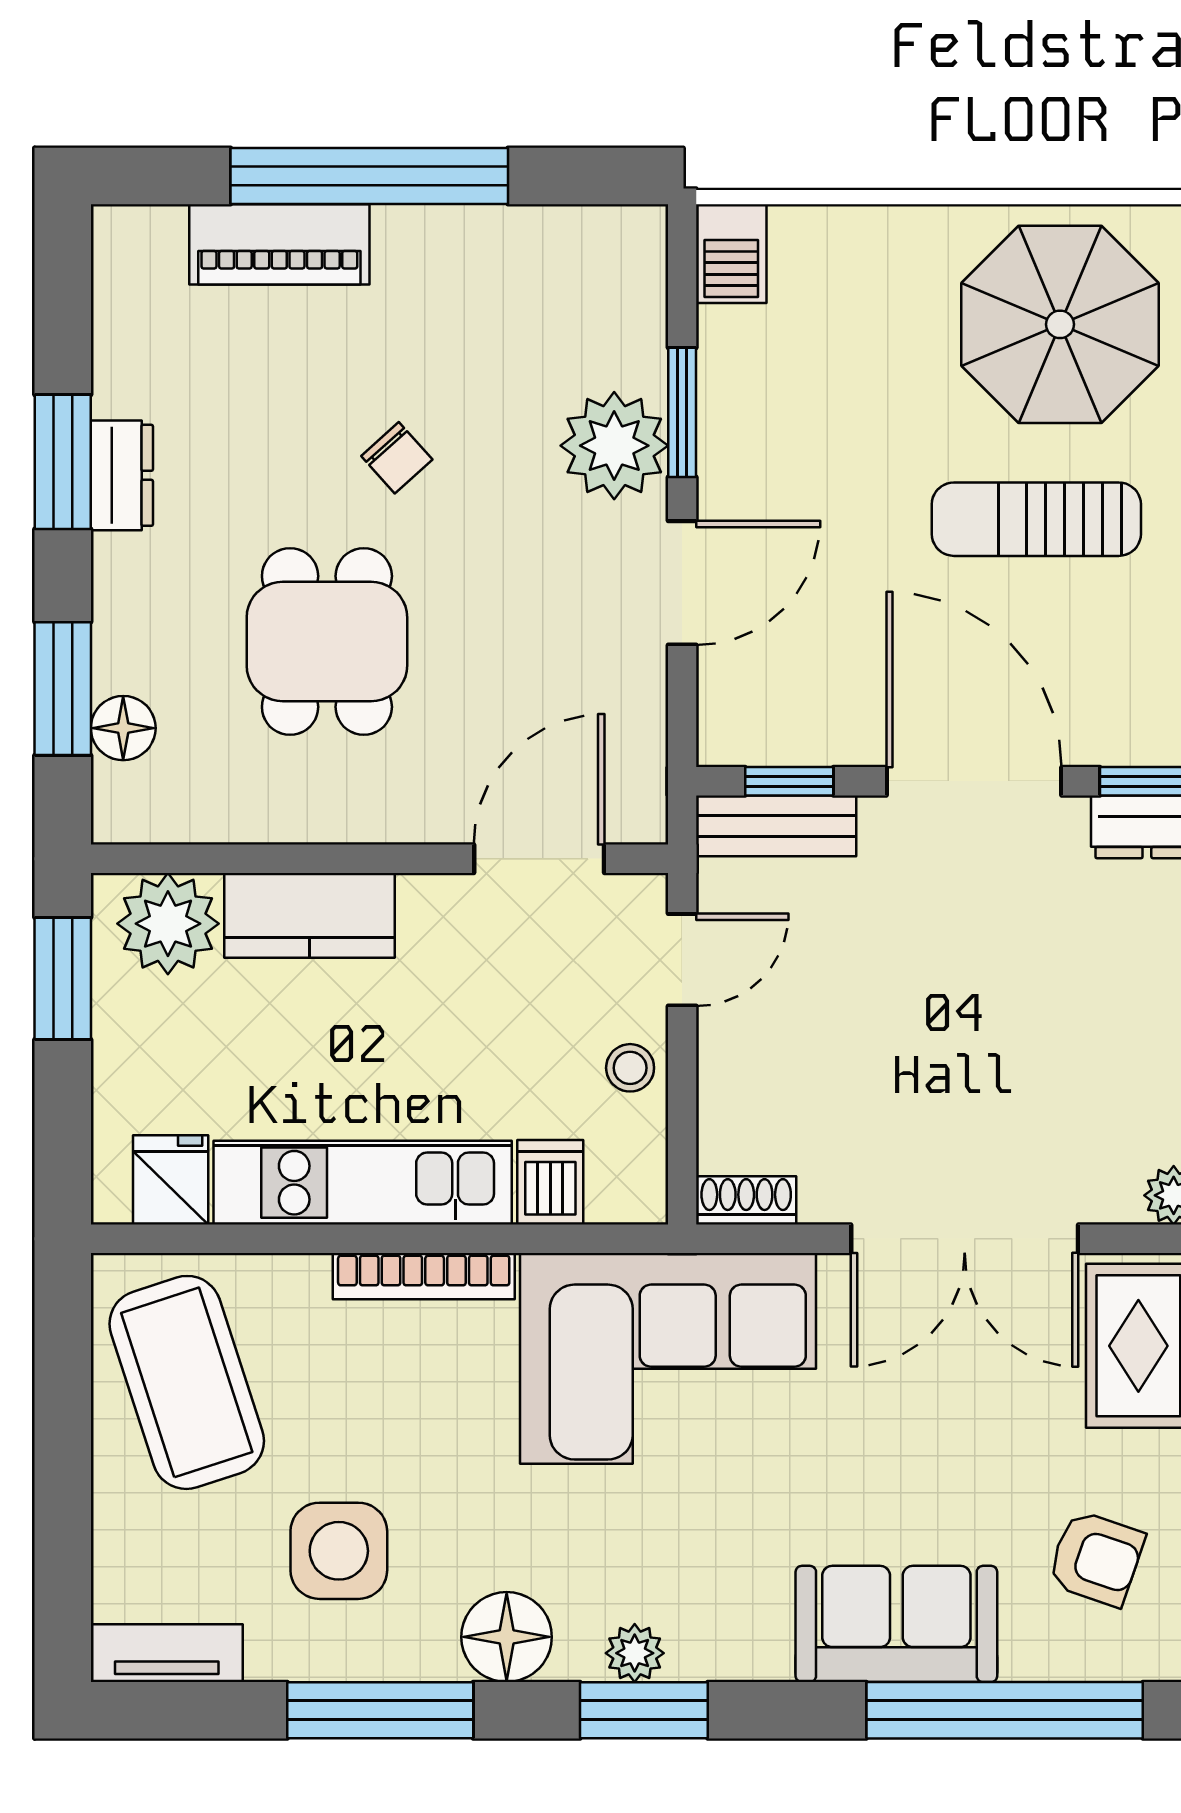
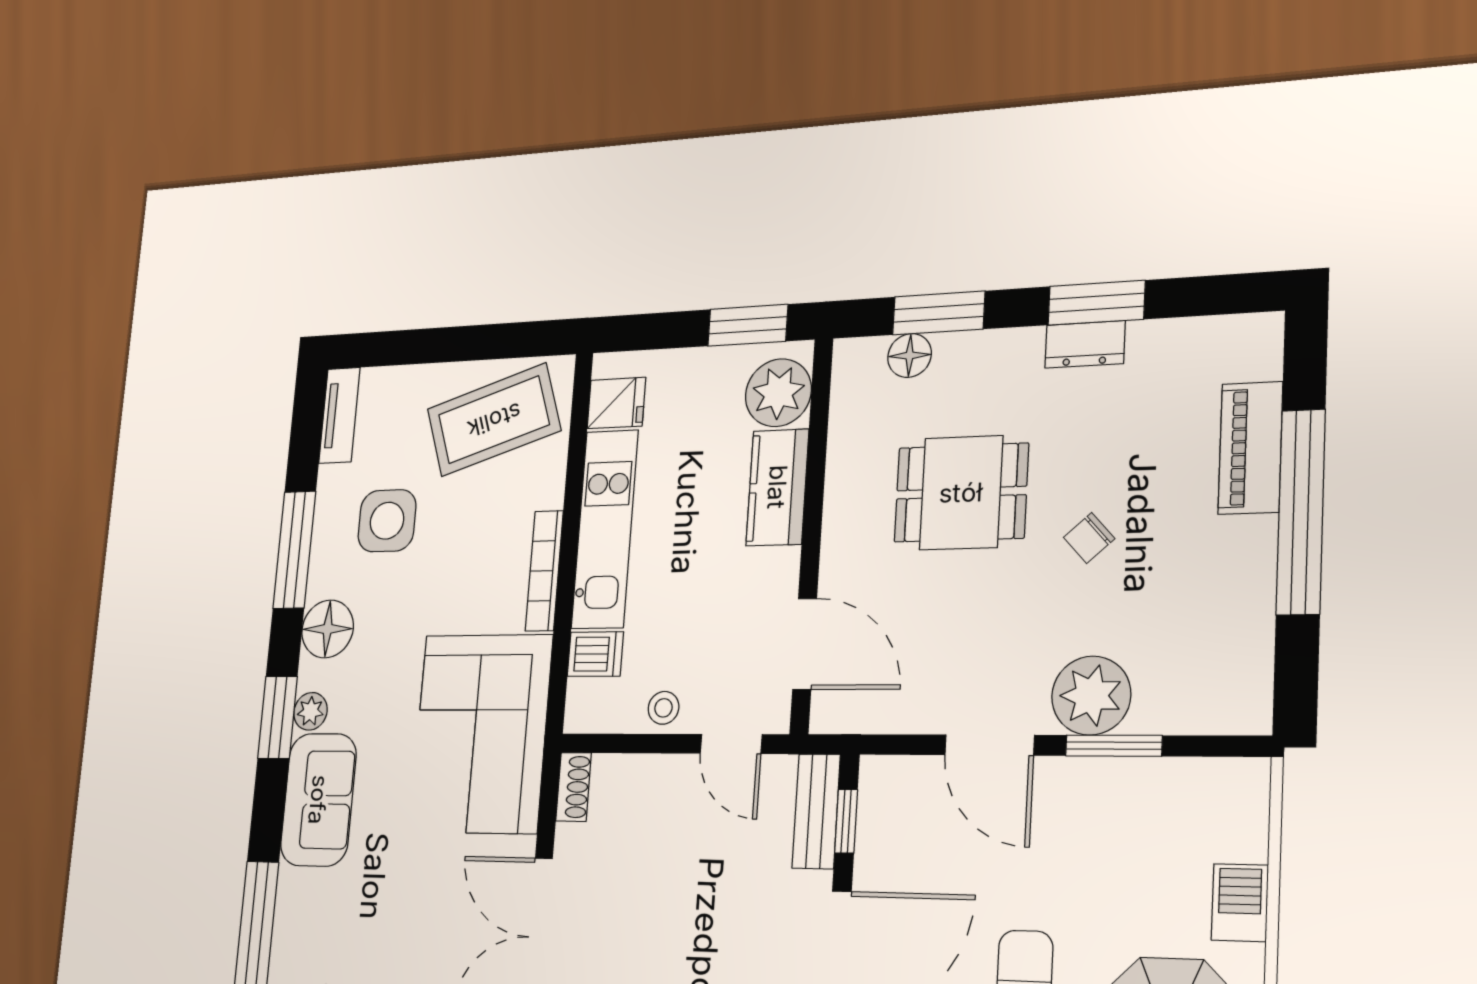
barbecue: (731, 254) -> (1240, 903), moved, turned 90
sofa: (896, 1624) -> (318, 800), moved

